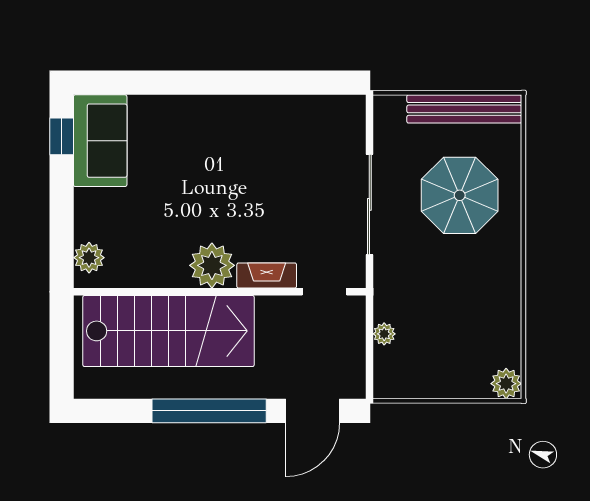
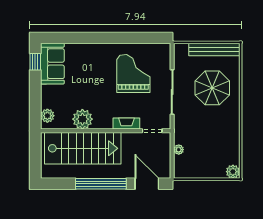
grand piano: (282, 163) -> (133, 73), added
plant: (212, 265) -> (82, 119), moved
door: (313, 411) -> (147, 184), swing flipped

